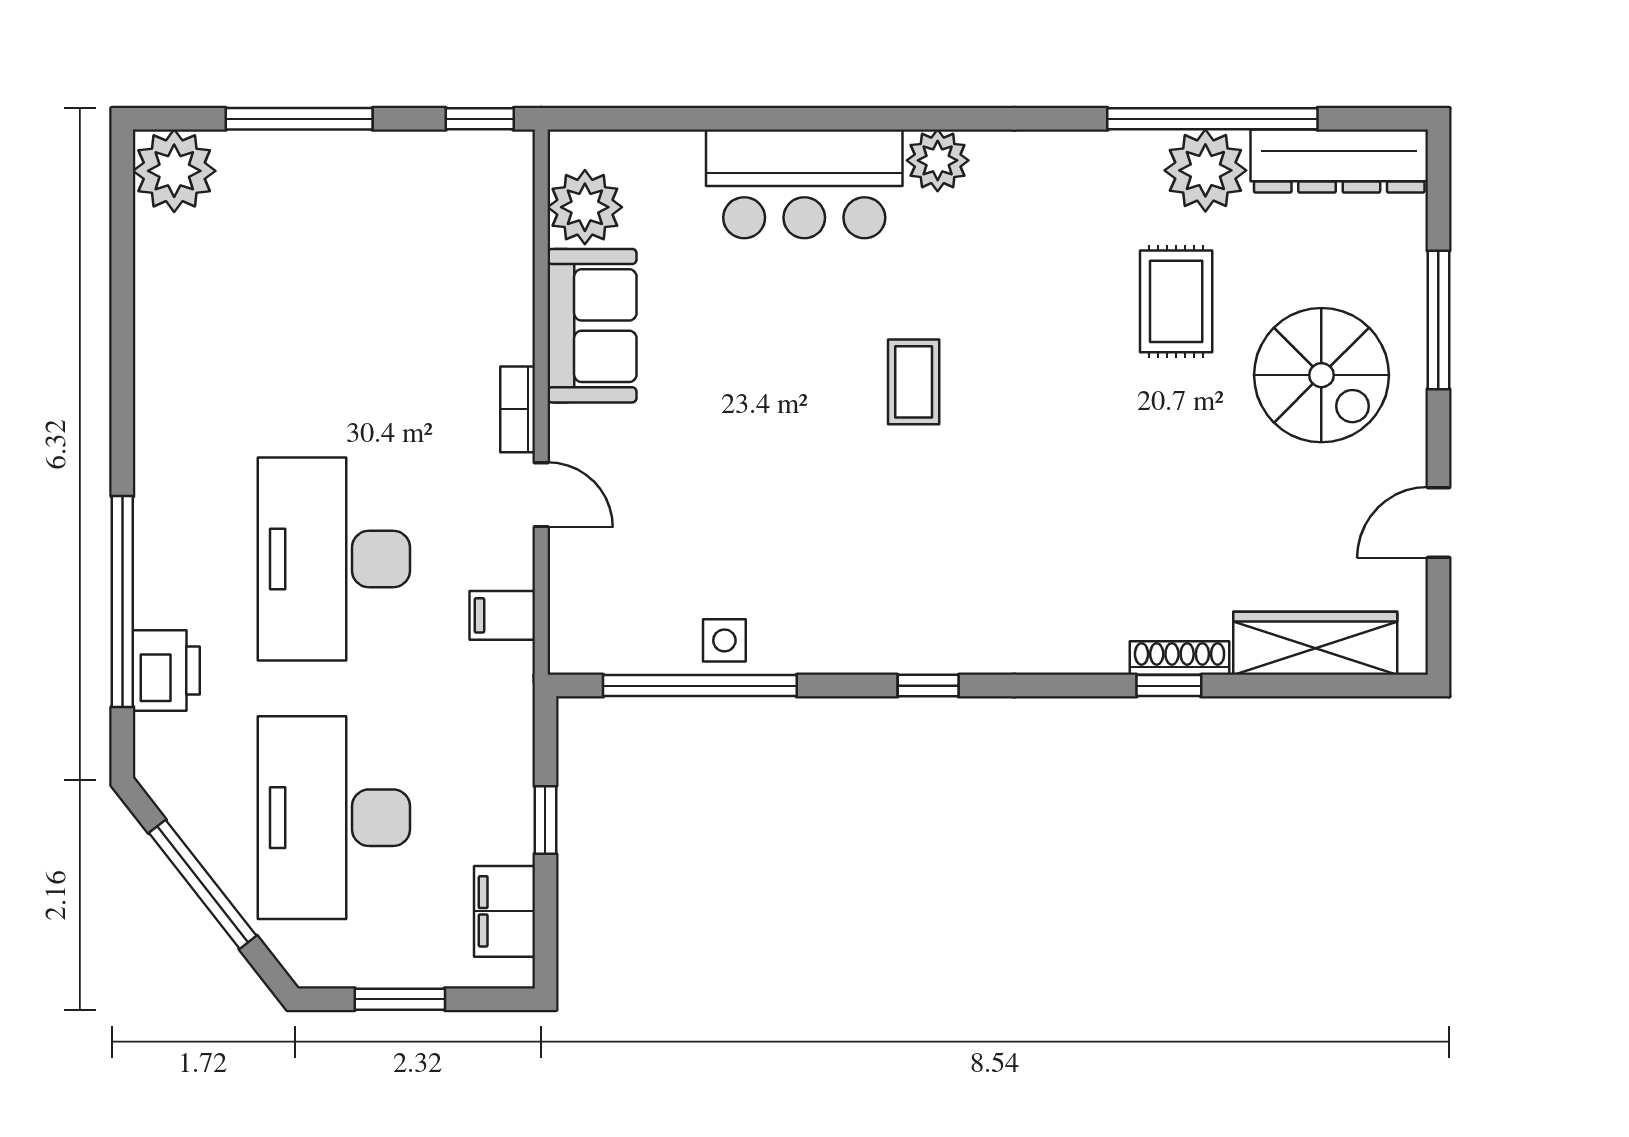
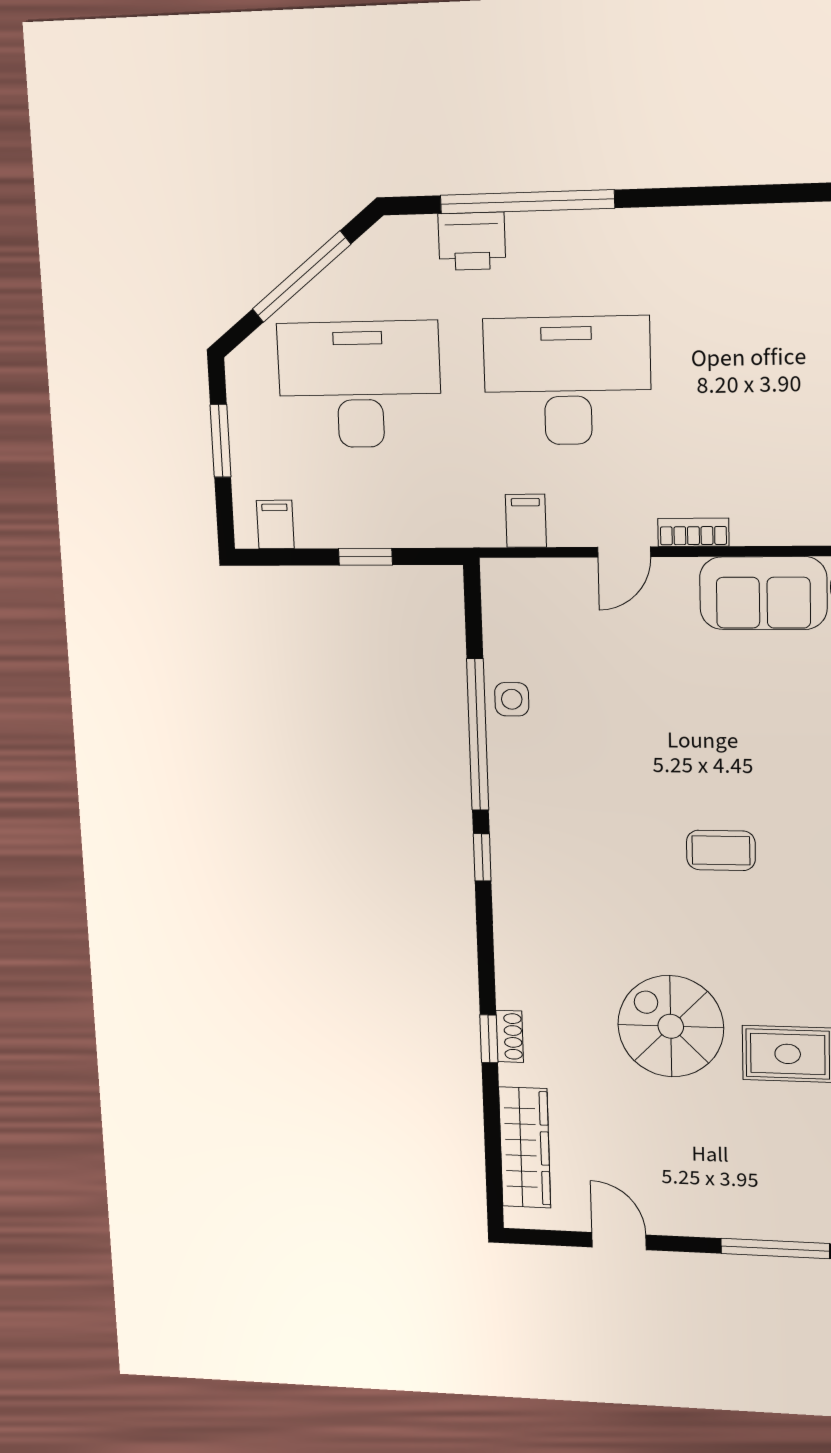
spiral stairs: (1321, 375) -> (671, 1026), moved, turned 90
shoe rack: (1180, 658) -> (510, 1036), width x0.70
window: (700, 686) -> (478, 735), moved
filing cabinet: (504, 911) -> (275, 524), width x0.50

